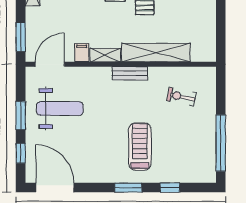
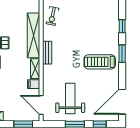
exercise bike: (181, 97) -> (52, 16), moved
treadmill: (140, 146) -> (100, 62), moved

